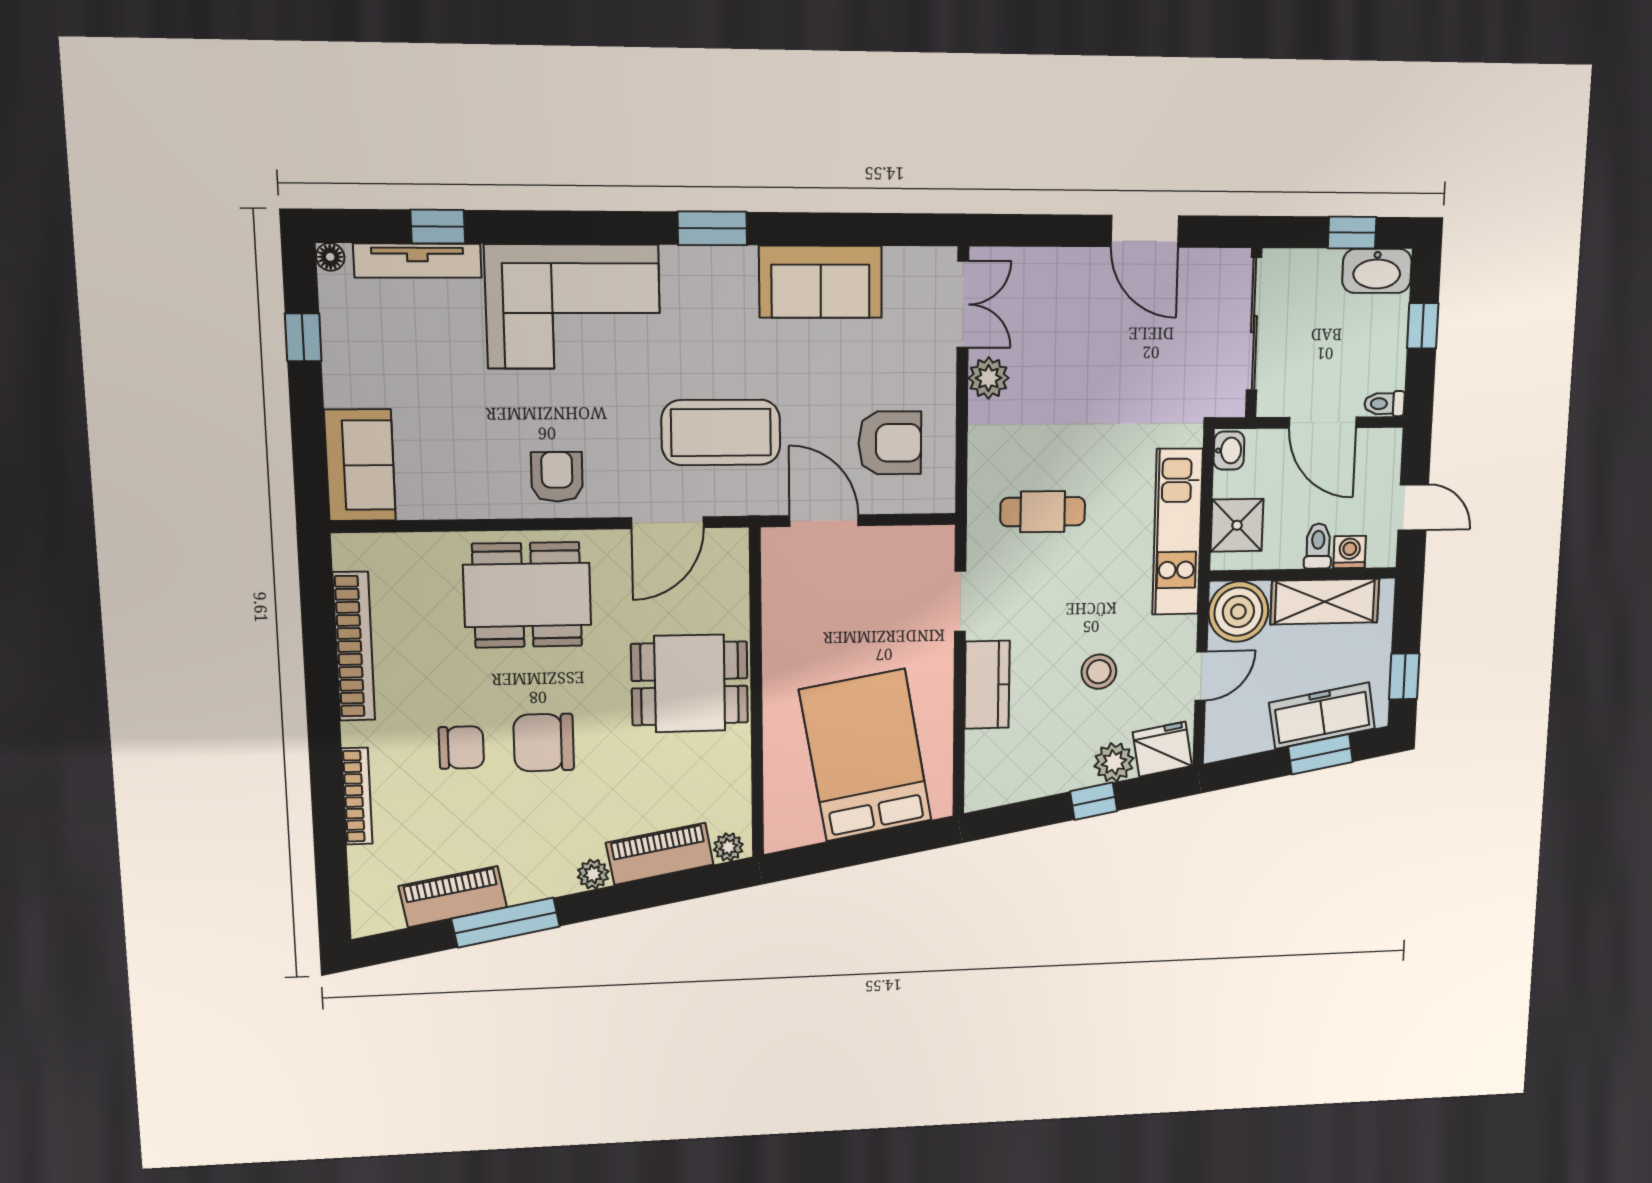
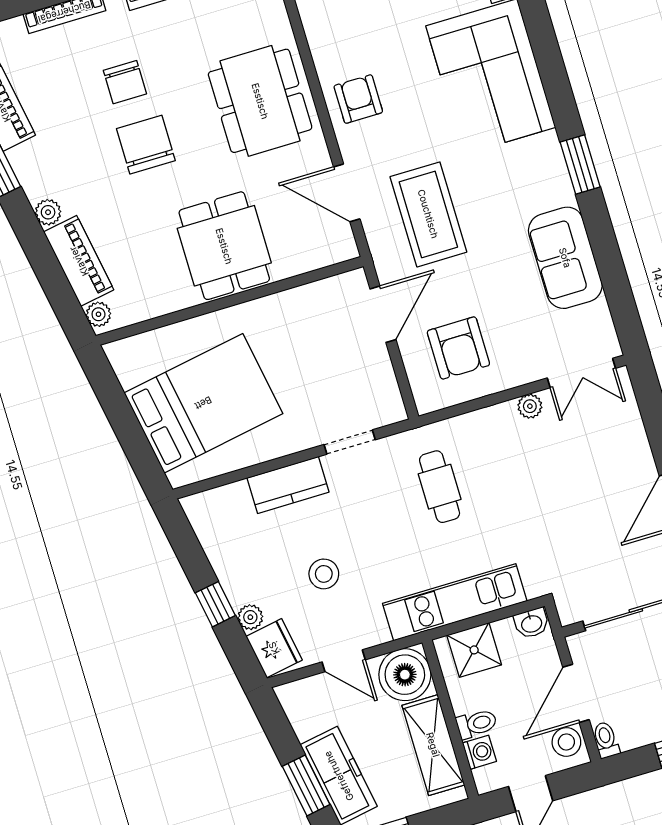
plant: (989, 378) -> (530, 406), width x0.73, depth x0.73
stool: (1372, 450) -> (566, 742), added
armchair: (557, 477) -> (358, 99), turned -90
plant: (1114, 762) -> (250, 617), width x0.73, depth x0.73

